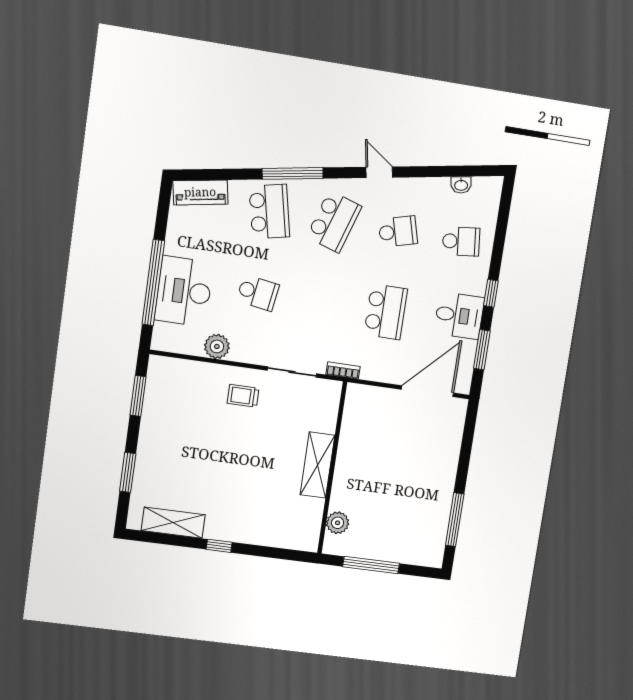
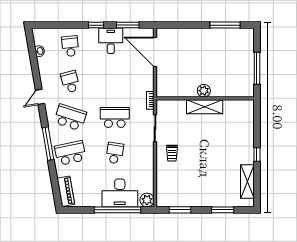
school desk: (386, 312) -> (115, 117), moved
plant: (217, 346) -> (147, 200), moved
plant: (338, 523) -> (204, 91), moved

